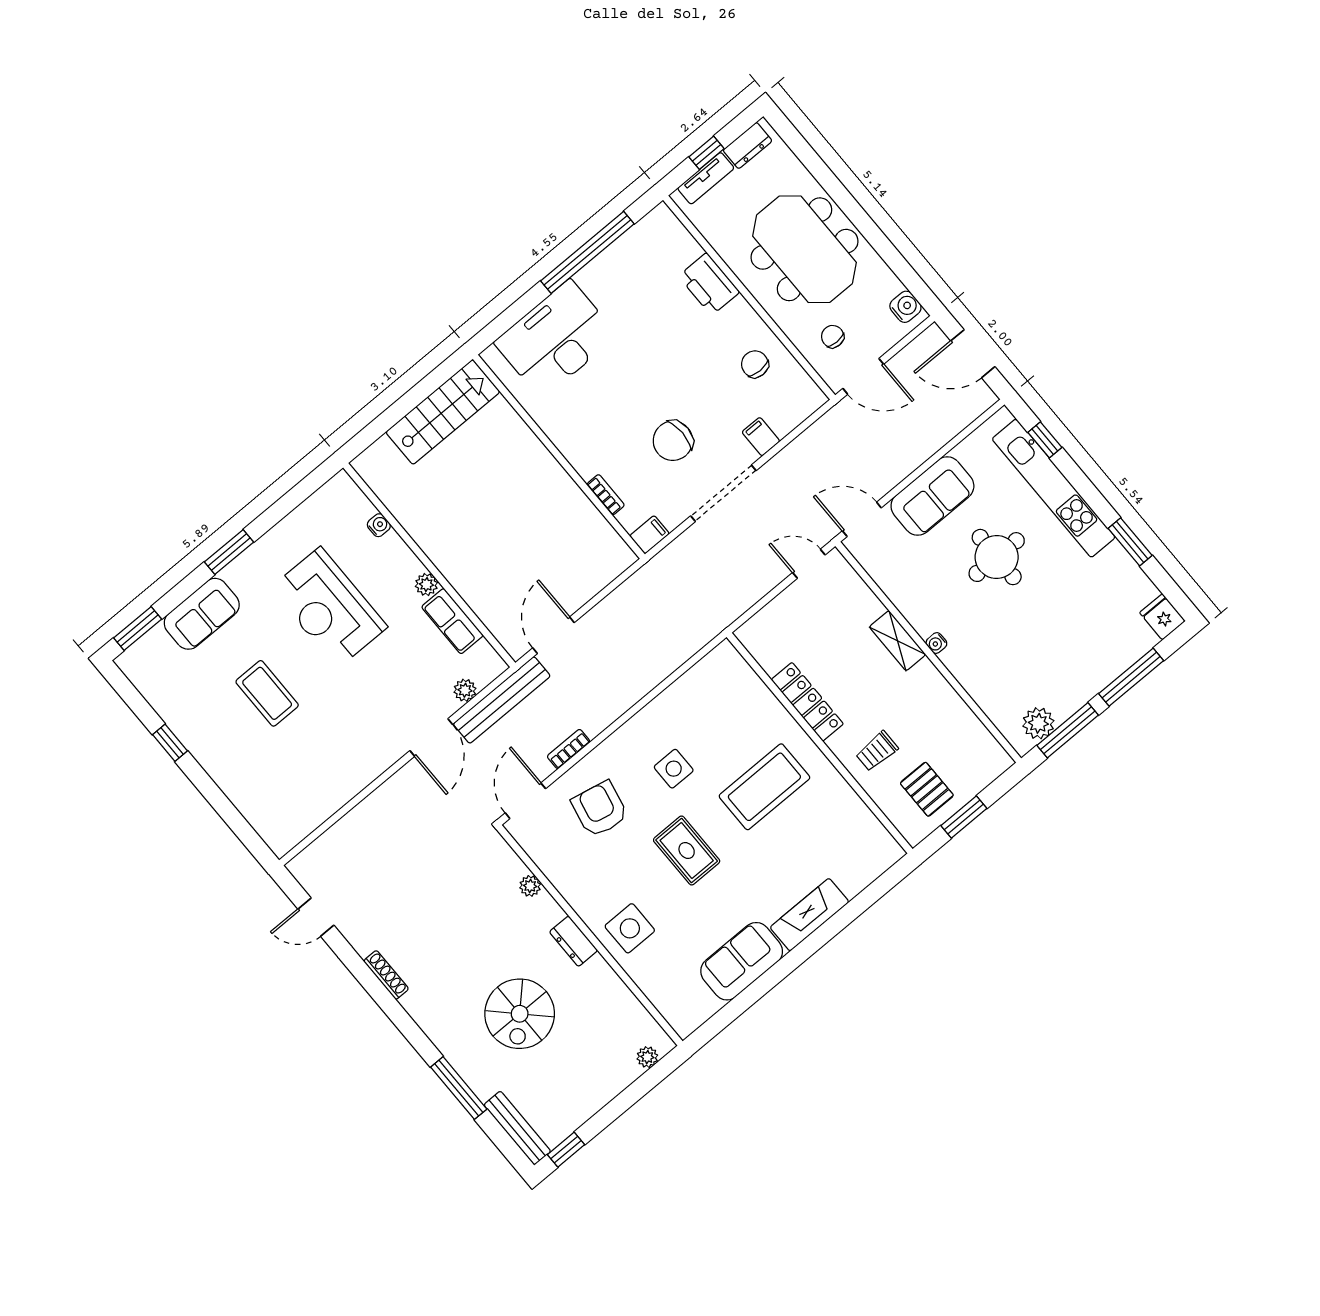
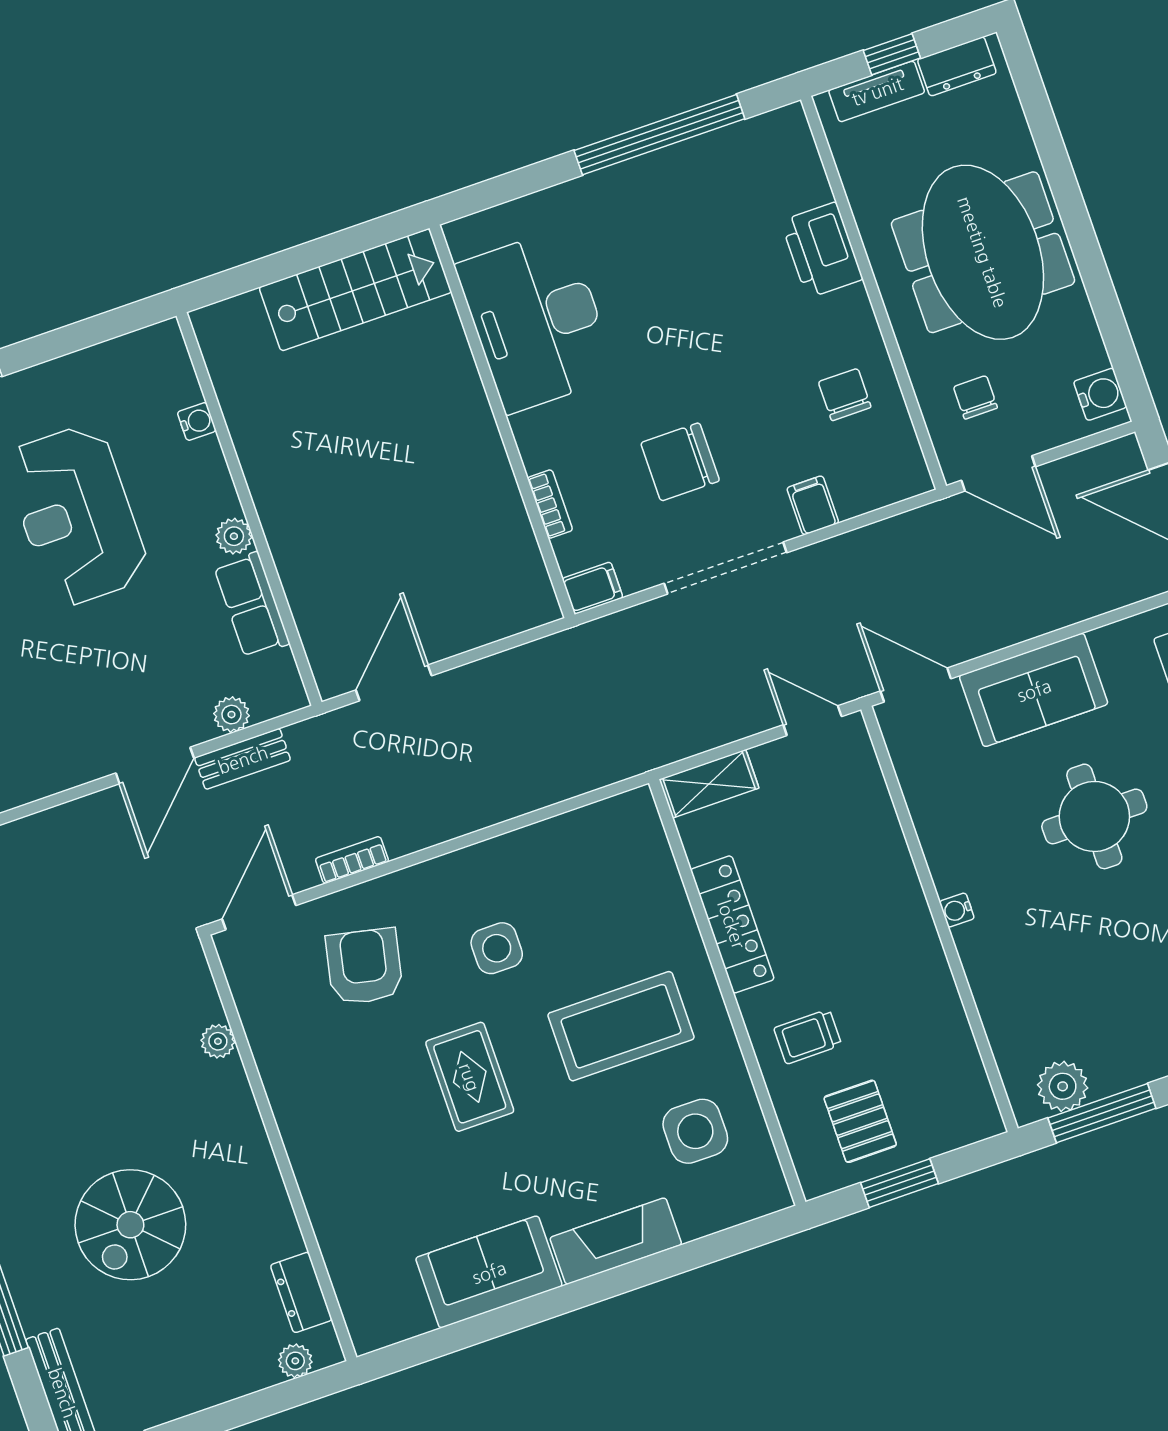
desk: (556, 339) -> (536, 321), moved, turned -90
shelving: (897, 641) -> (709, 784), moved, turned 90
bench: (502, 700) -> (243, 759), width x0.54, depth x0.82
side table: (630, 928) -> (695, 1131), moved
dresser: (573, 941) -> (301, 1292), moved

